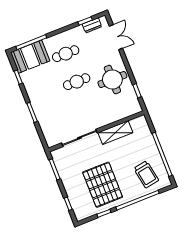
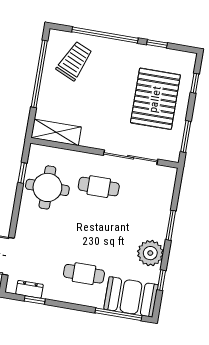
round table: (112, 80) -> (47, 187), moved
cafe table: (77, 82) -> (99, 187), moved
plant: (34, 89) -> (150, 253), added
shelving: (115, 133) -> (56, 132), moved
trolley: (146, 174) -> (74, 61), turned 34
pallet: (103, 185) -> (155, 99), moved

